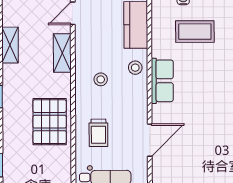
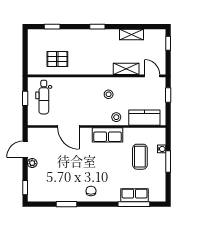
pallet: (50, 122) -> (57, 59), moved, width x0.67, depth x0.71
trolley: (98, 133) -> (73, 93), removed

